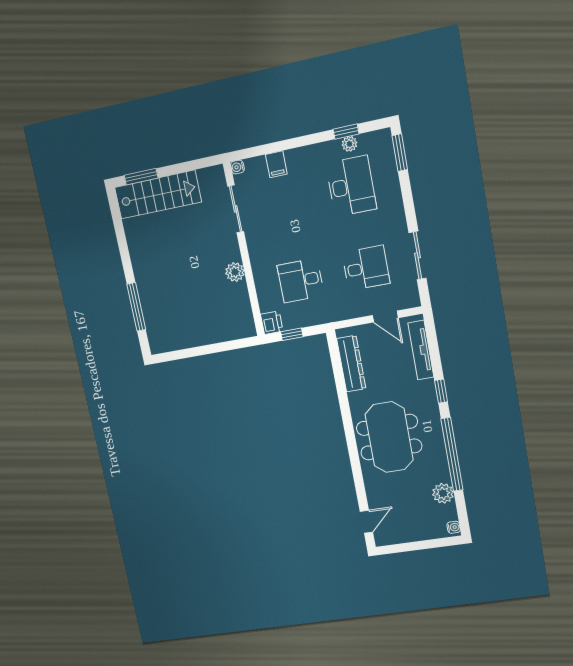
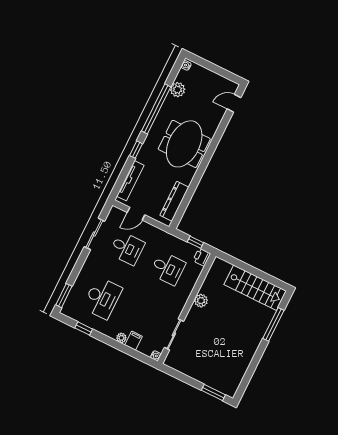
plant: (349, 144) -> (121, 338), moved
desk: (351, 186) -> (102, 298), turned 180
stairs: (158, 195) -> (255, 288), moved, turned 180
desk: (366, 268) -> (127, 248), turned 180
door: (385, 317) -> (136, 214), swing flipped

